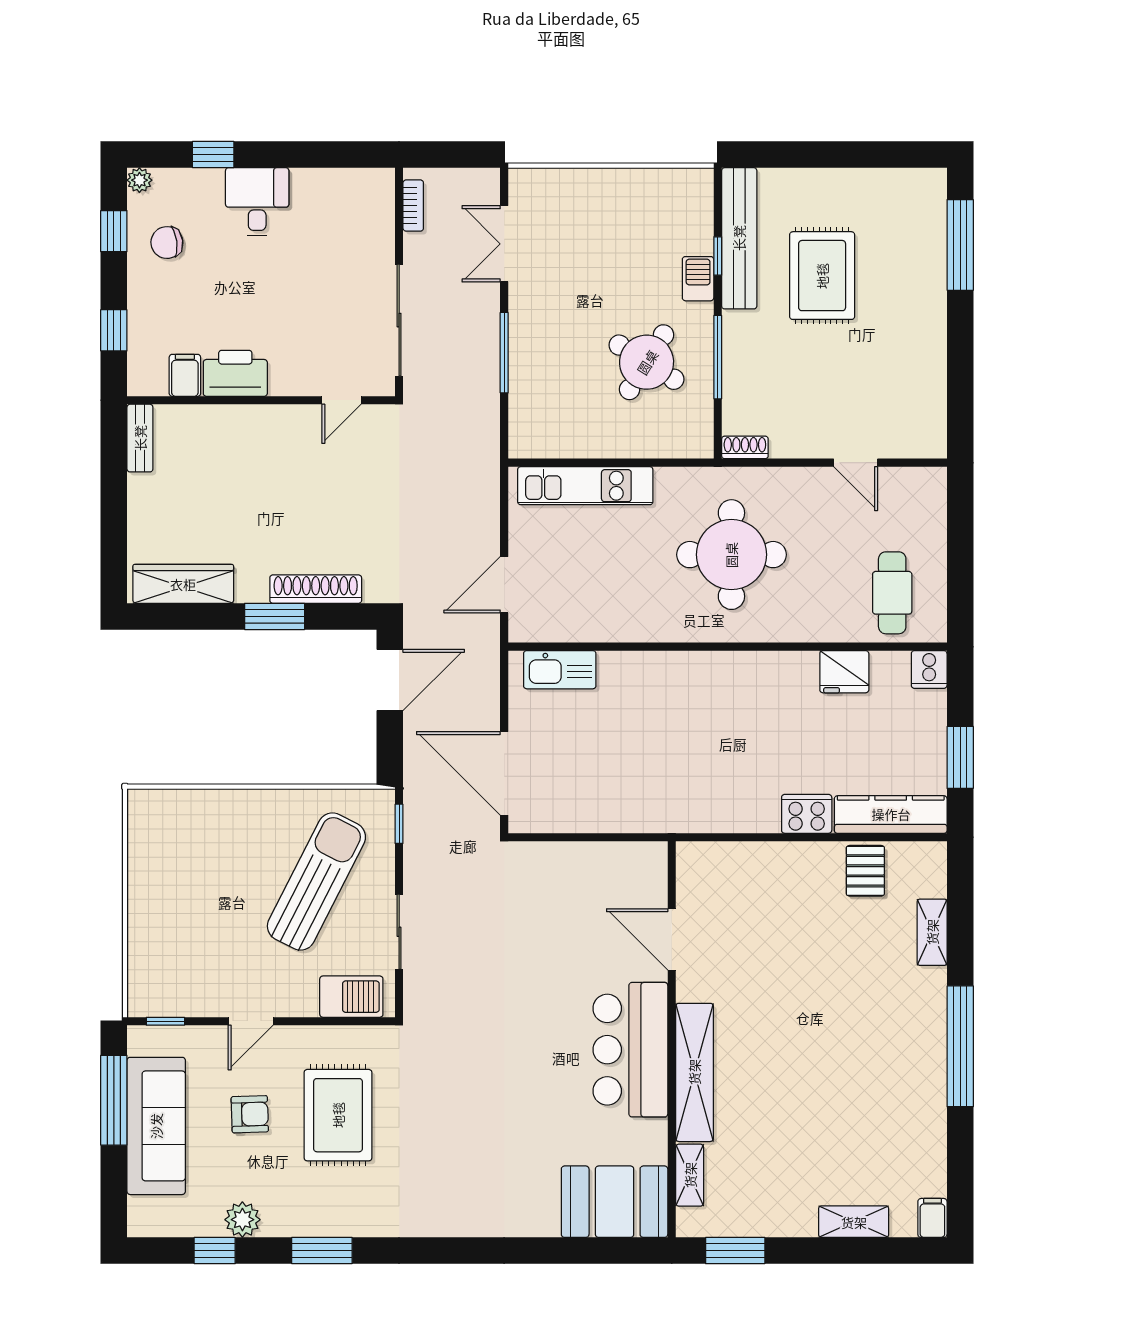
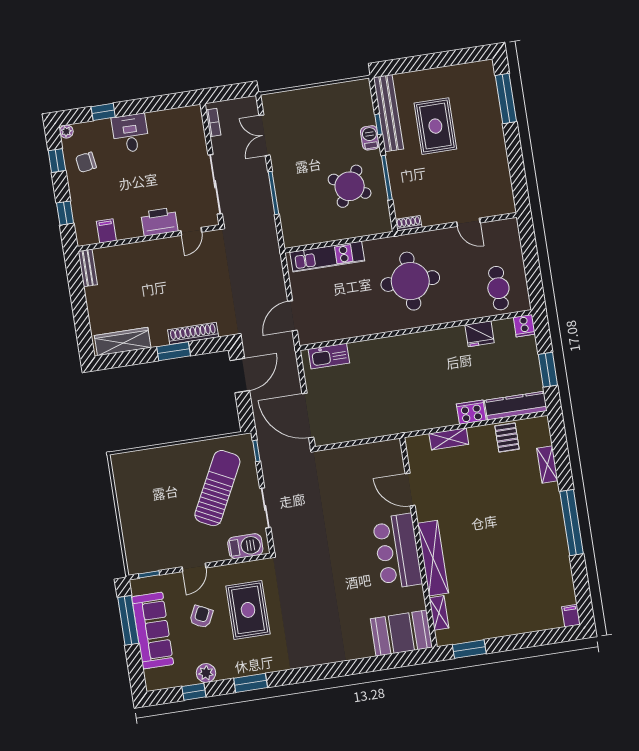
printer: (235, 373) -> (159, 222), moved
armchair: (250, 1114) -> (201, 617), turned -62
shelving: (854, 1222) -> (449, 439), moved

